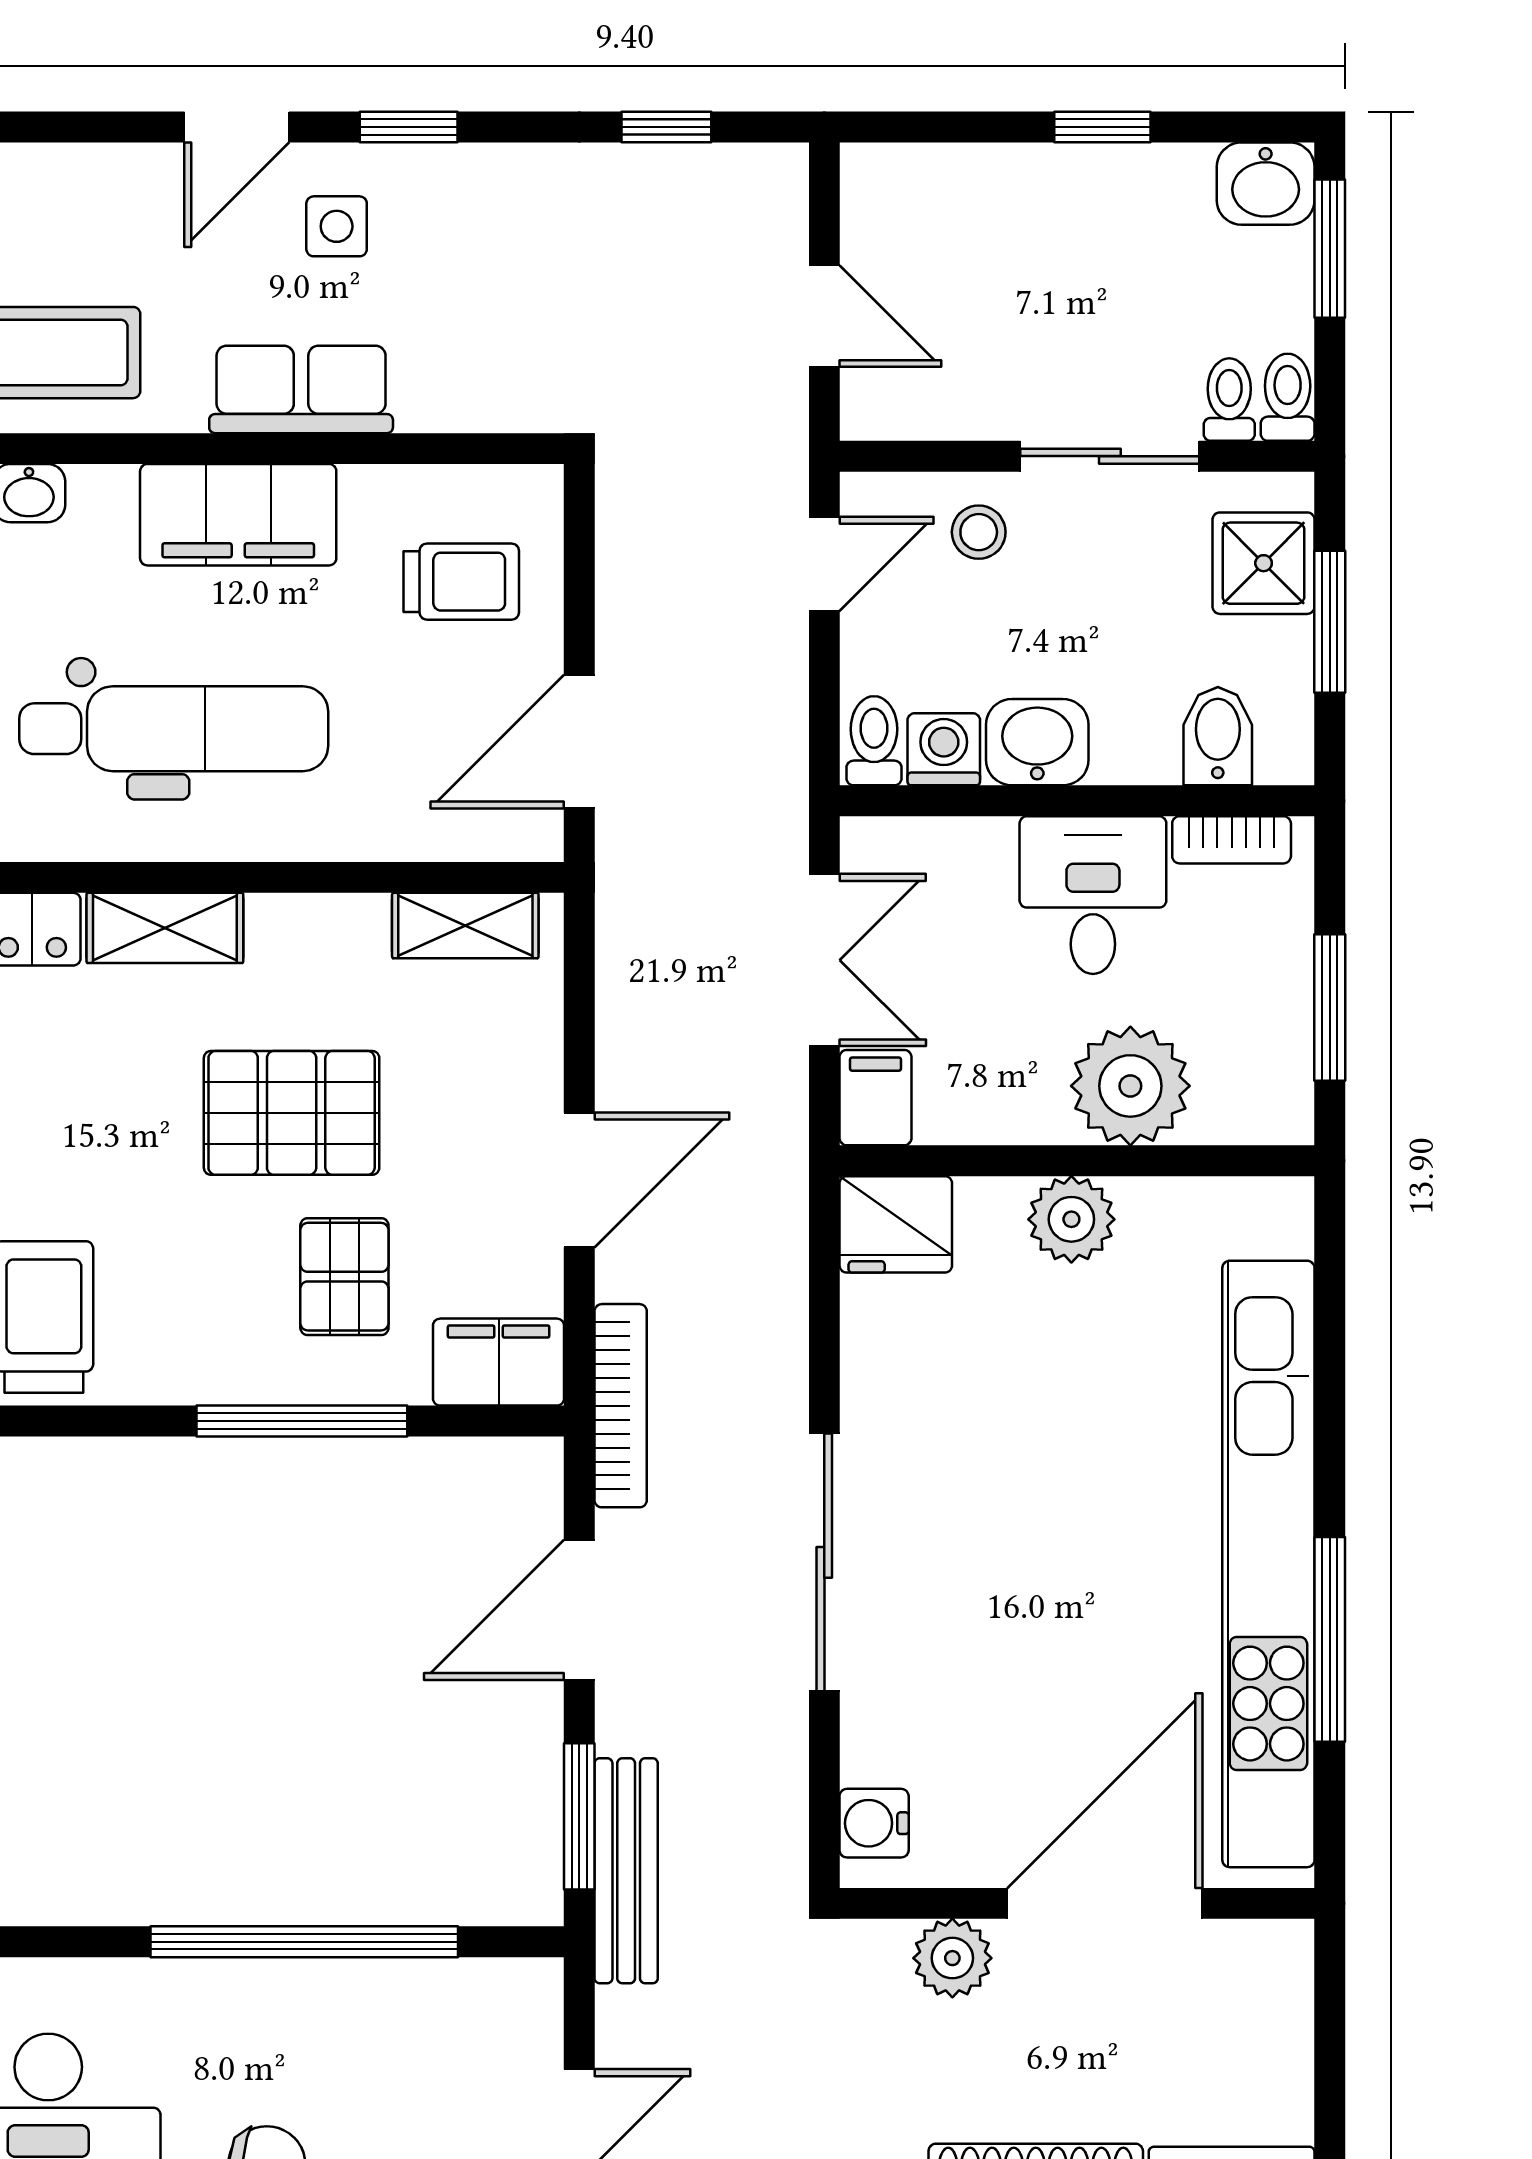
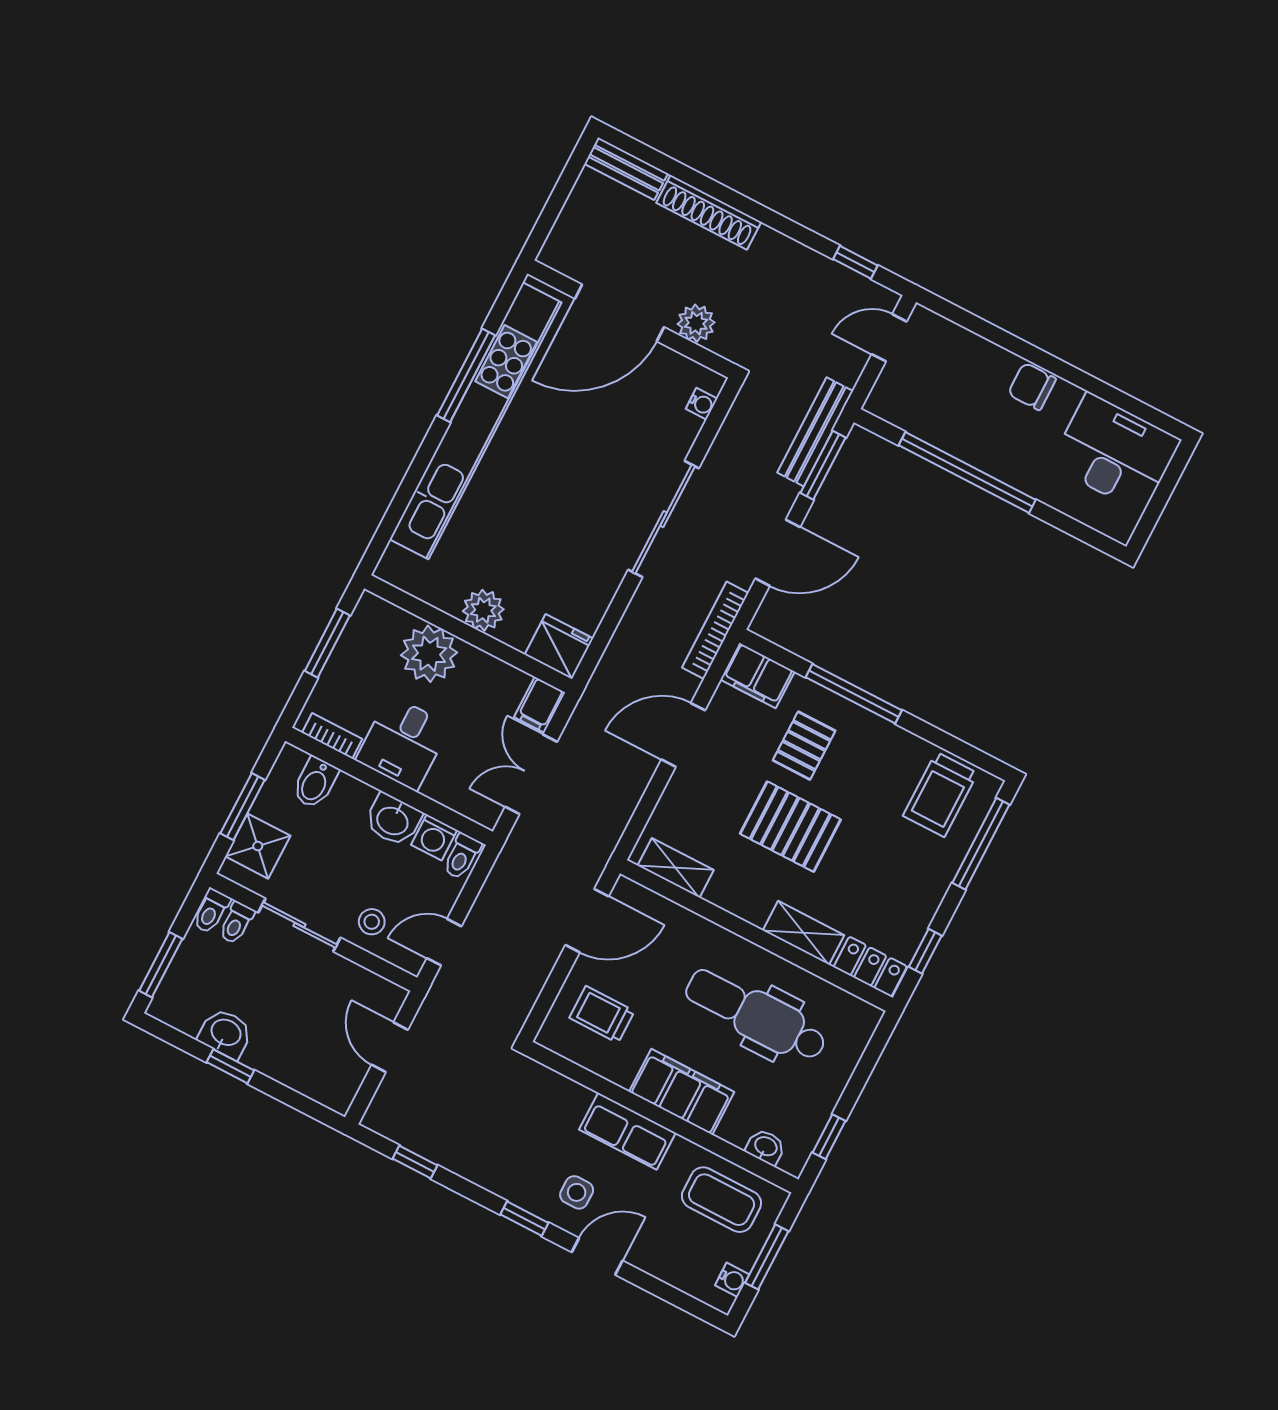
washbasin: (1266, 184) -> (225, 1033), moved
water cooler: (874, 1823) -> (702, 404), width x0.72, depth x0.72

